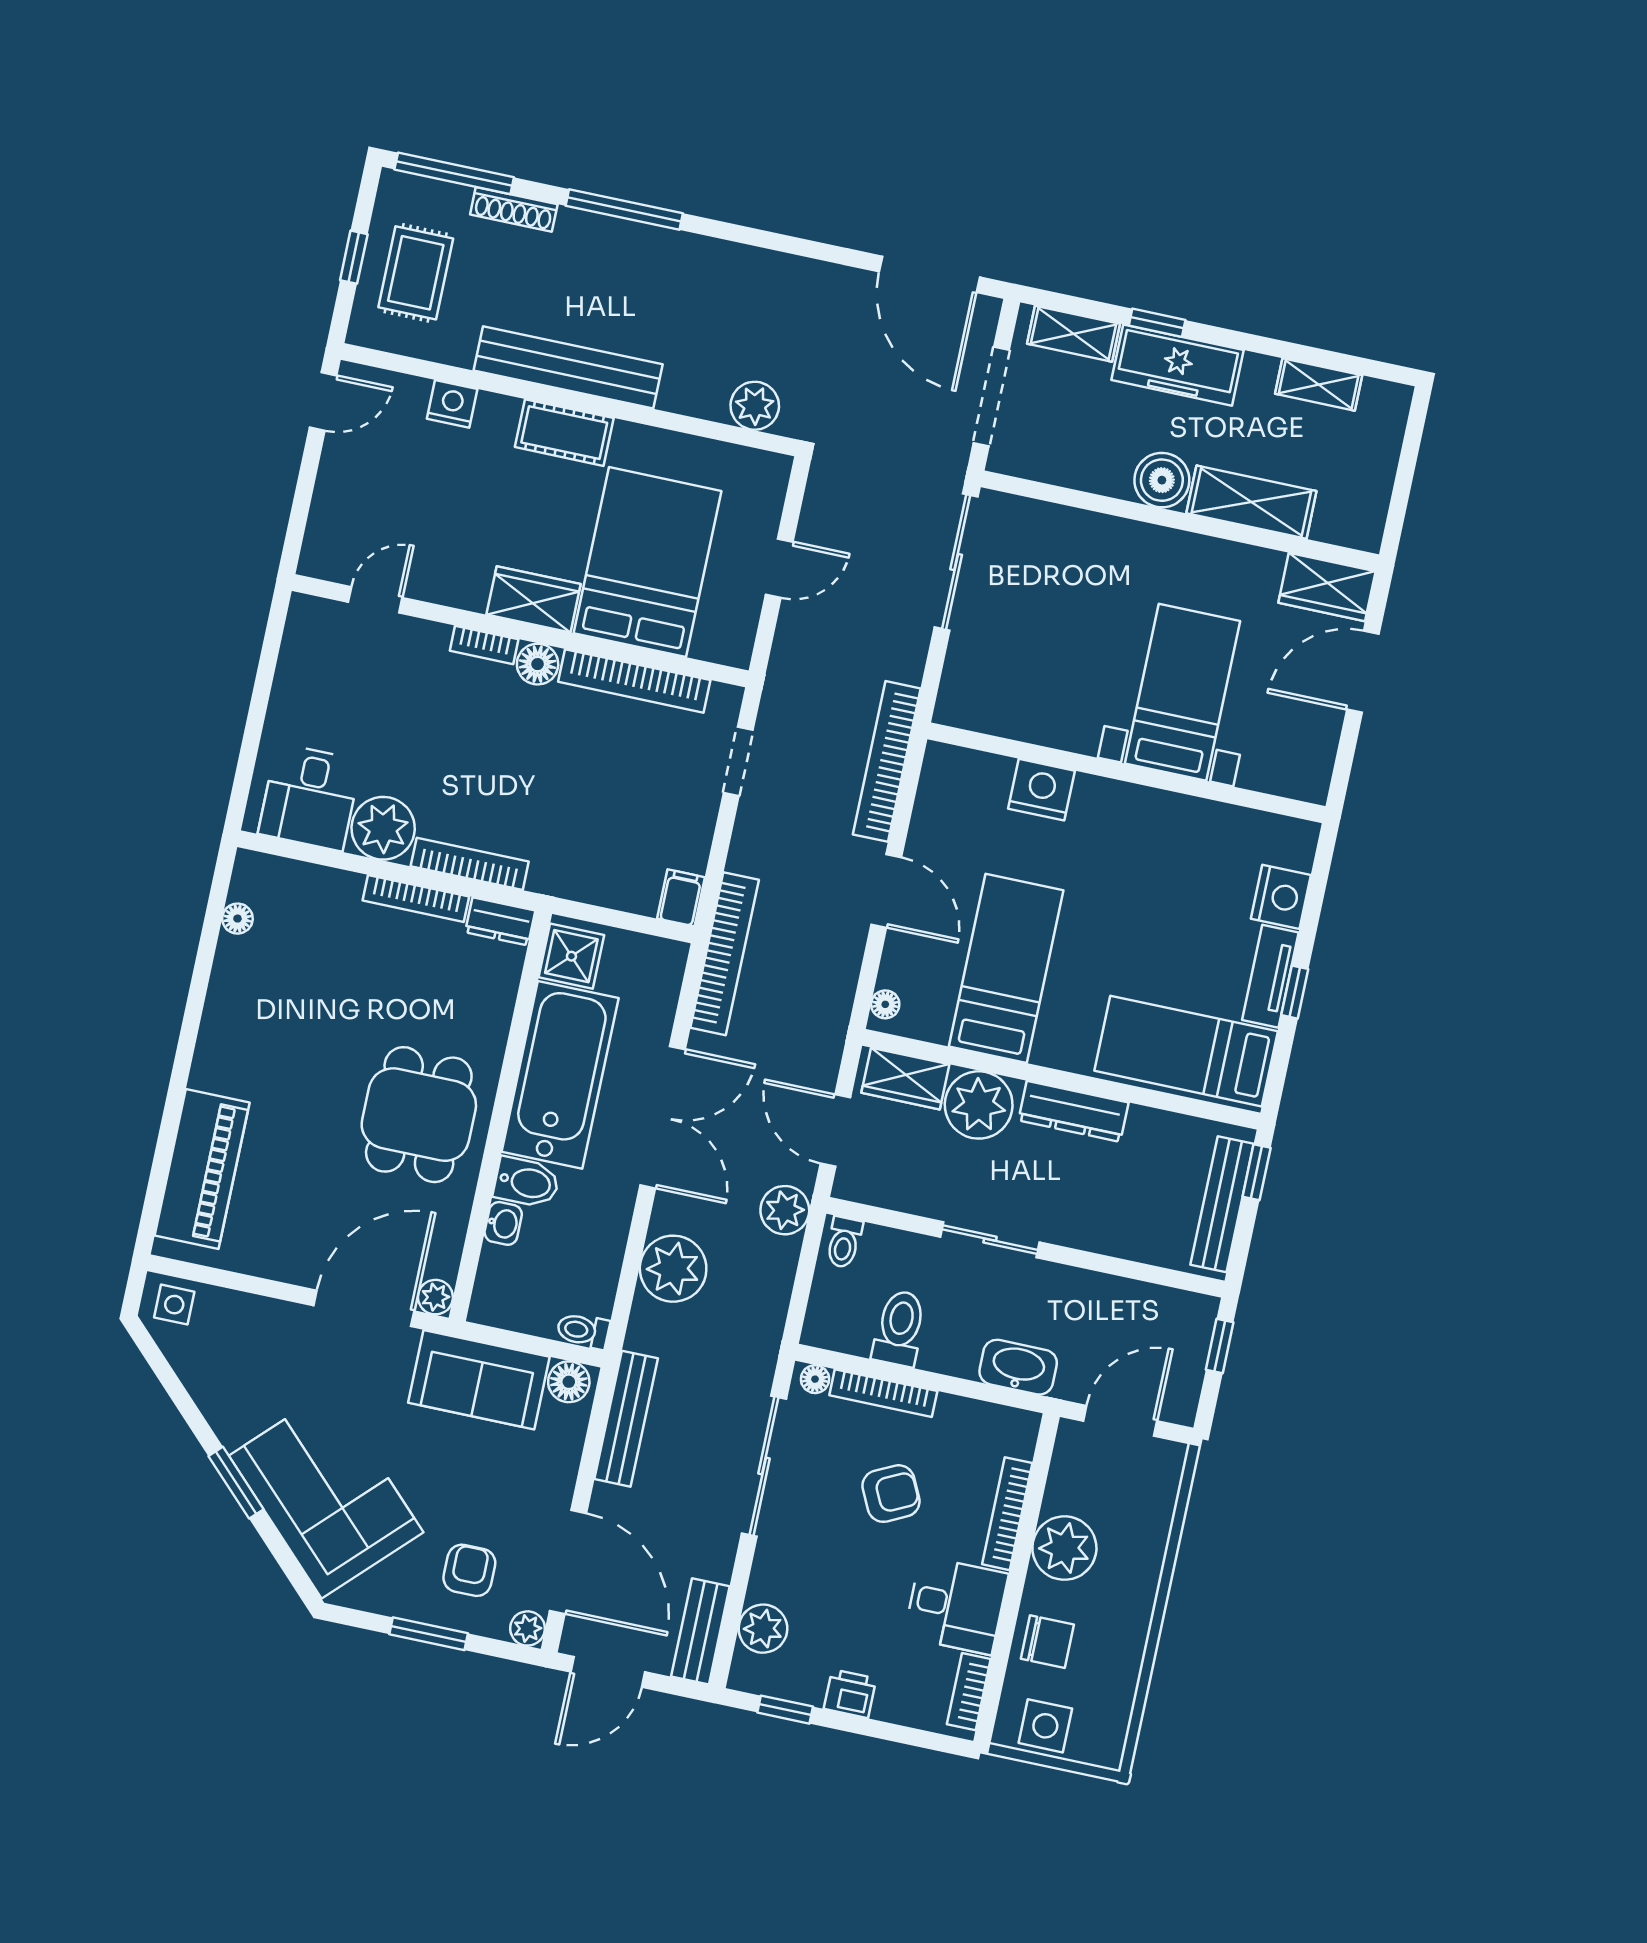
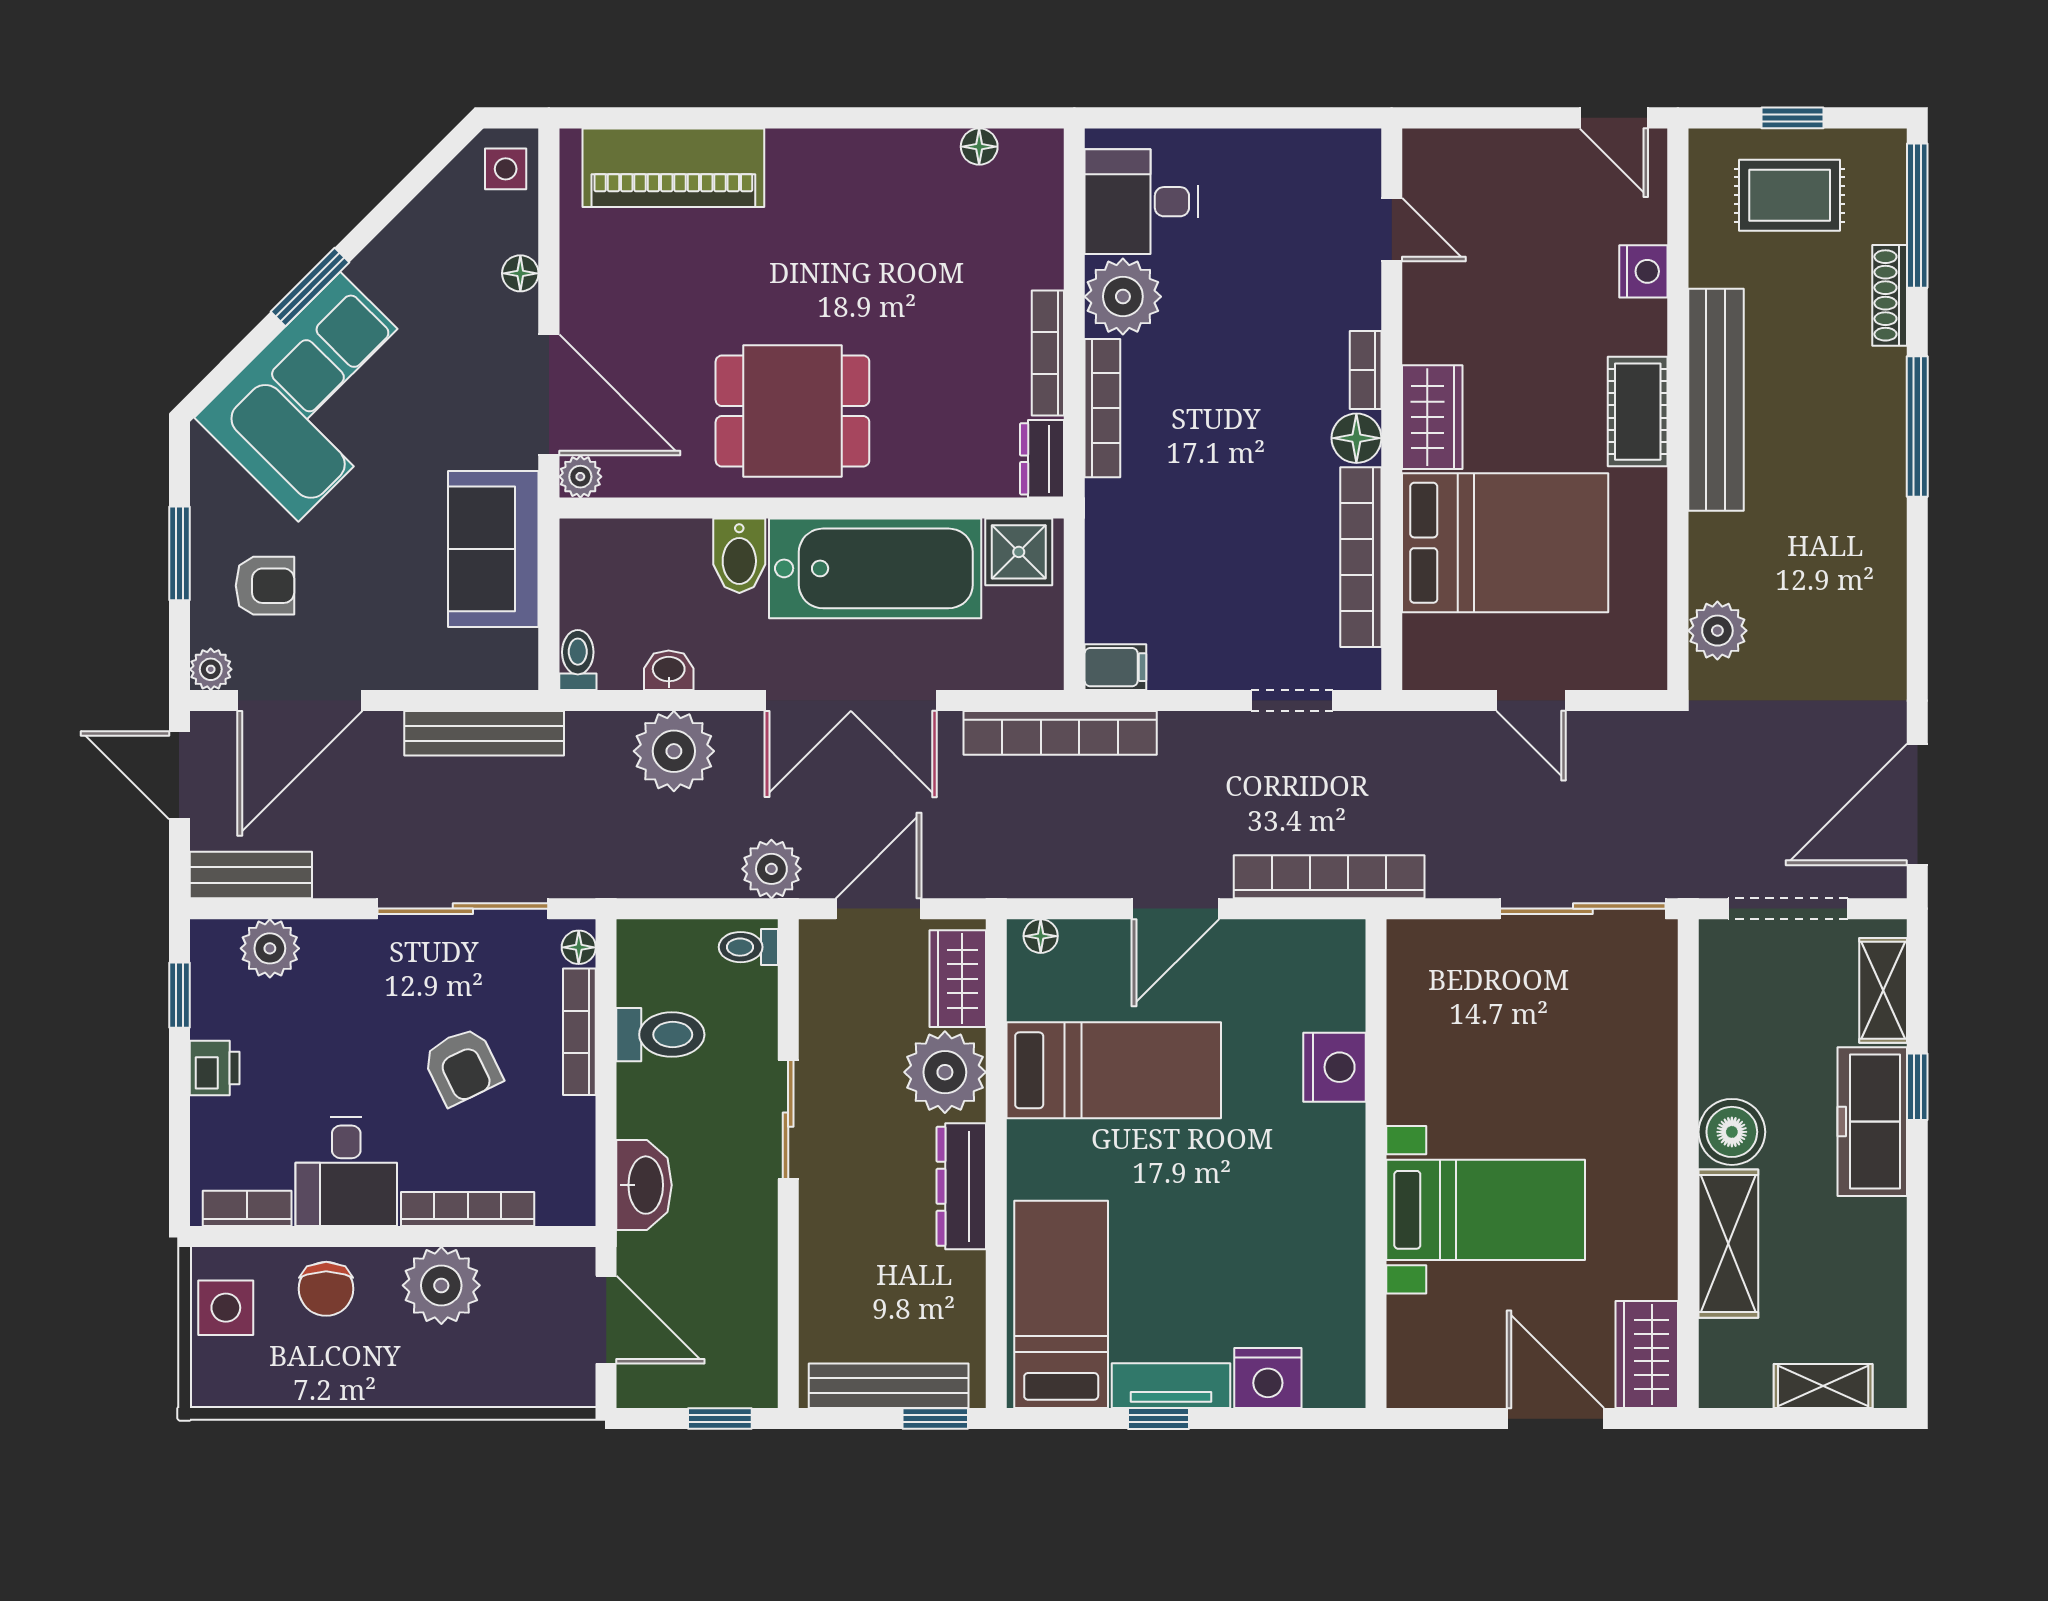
shelving: (1319, 385) -> (1823, 1386), moved, turned 90
washbasin: (503, 1223) -> (669, 670), moved, turned 180
floor lamp: (569, 1382) -> (520, 273), moved, width x0.73, depth x0.73

